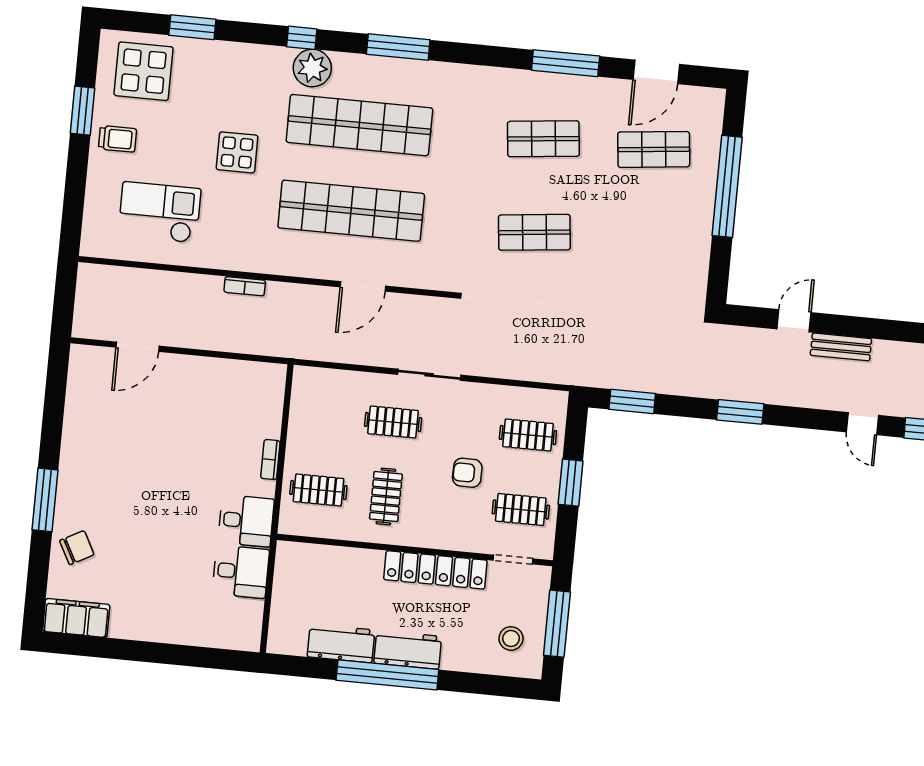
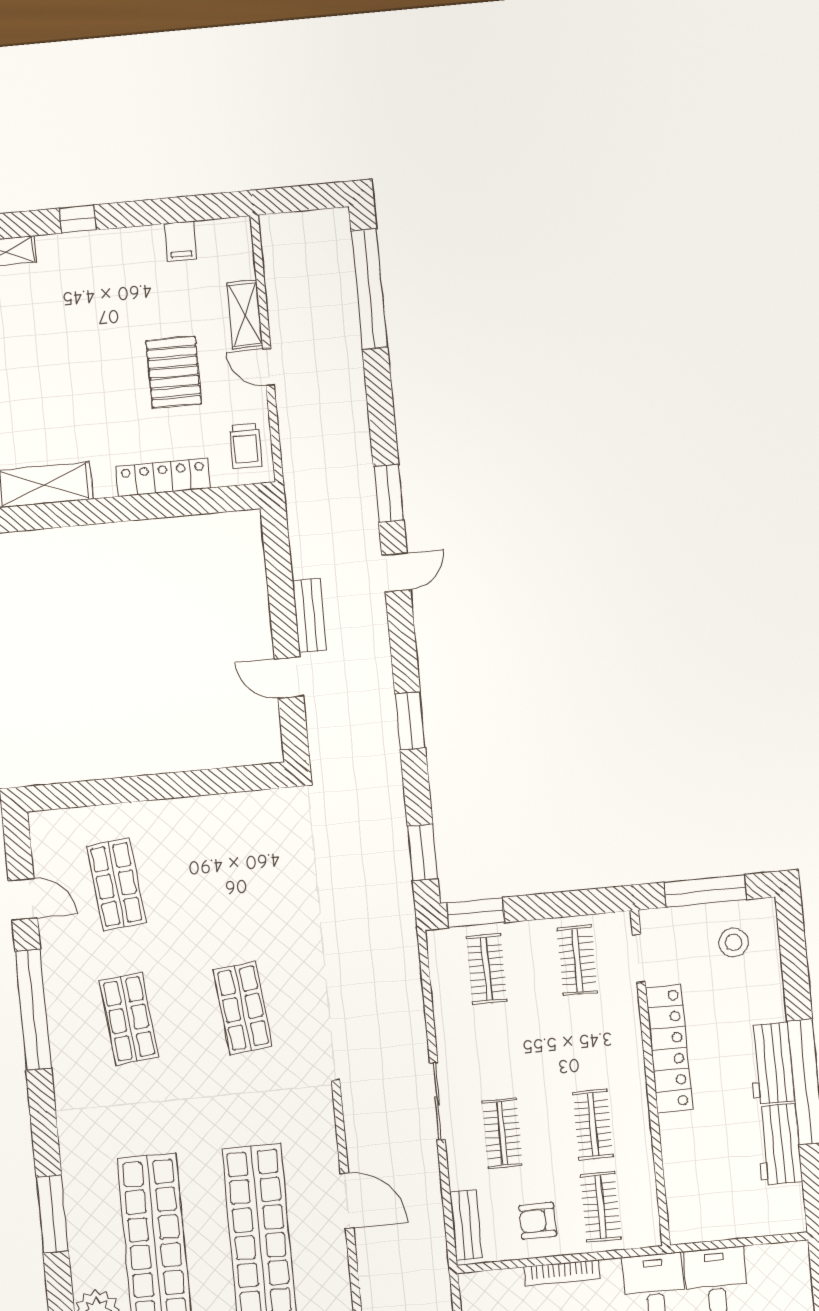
window: (566, 63) -> (33, 1010), width x1.46
door: (656, 72) -> (23, 899), width x0.73
window: (727, 186) -> (144, 788), removed
bench: (325, 379) -> (466, 1225), added
bookcase: (270, 460) -> (562, 1273), width x1.56
armchair: (467, 473) -> (538, 1221), moved, turned 90
window: (571, 483) -> (476, 913), moved
clothes rail: (386, 497) -> (593, 1125), turned 90

